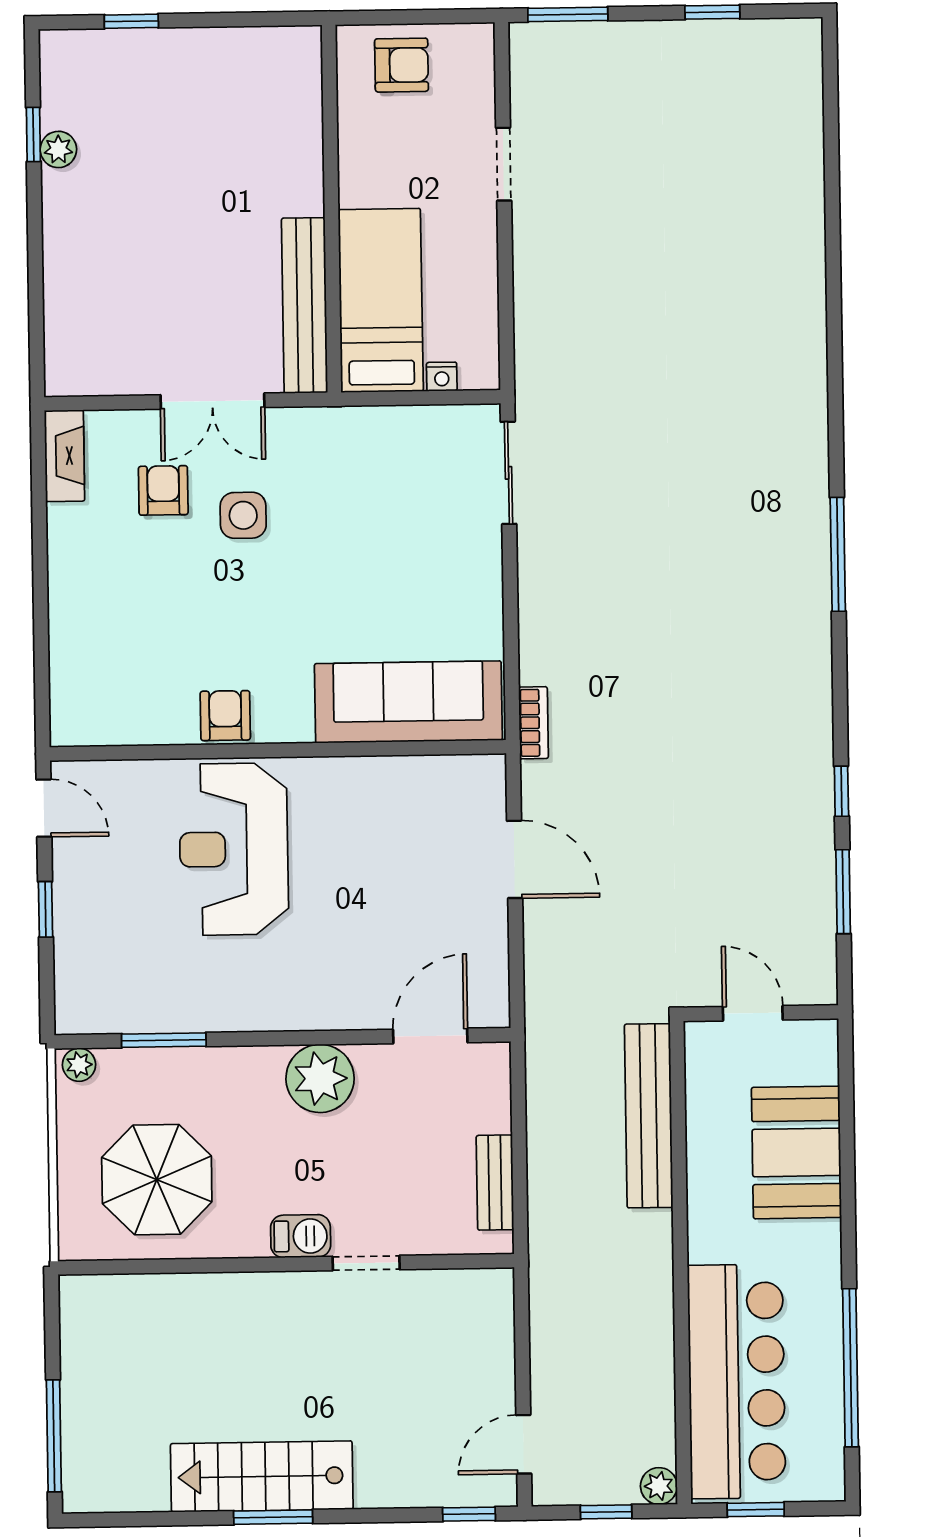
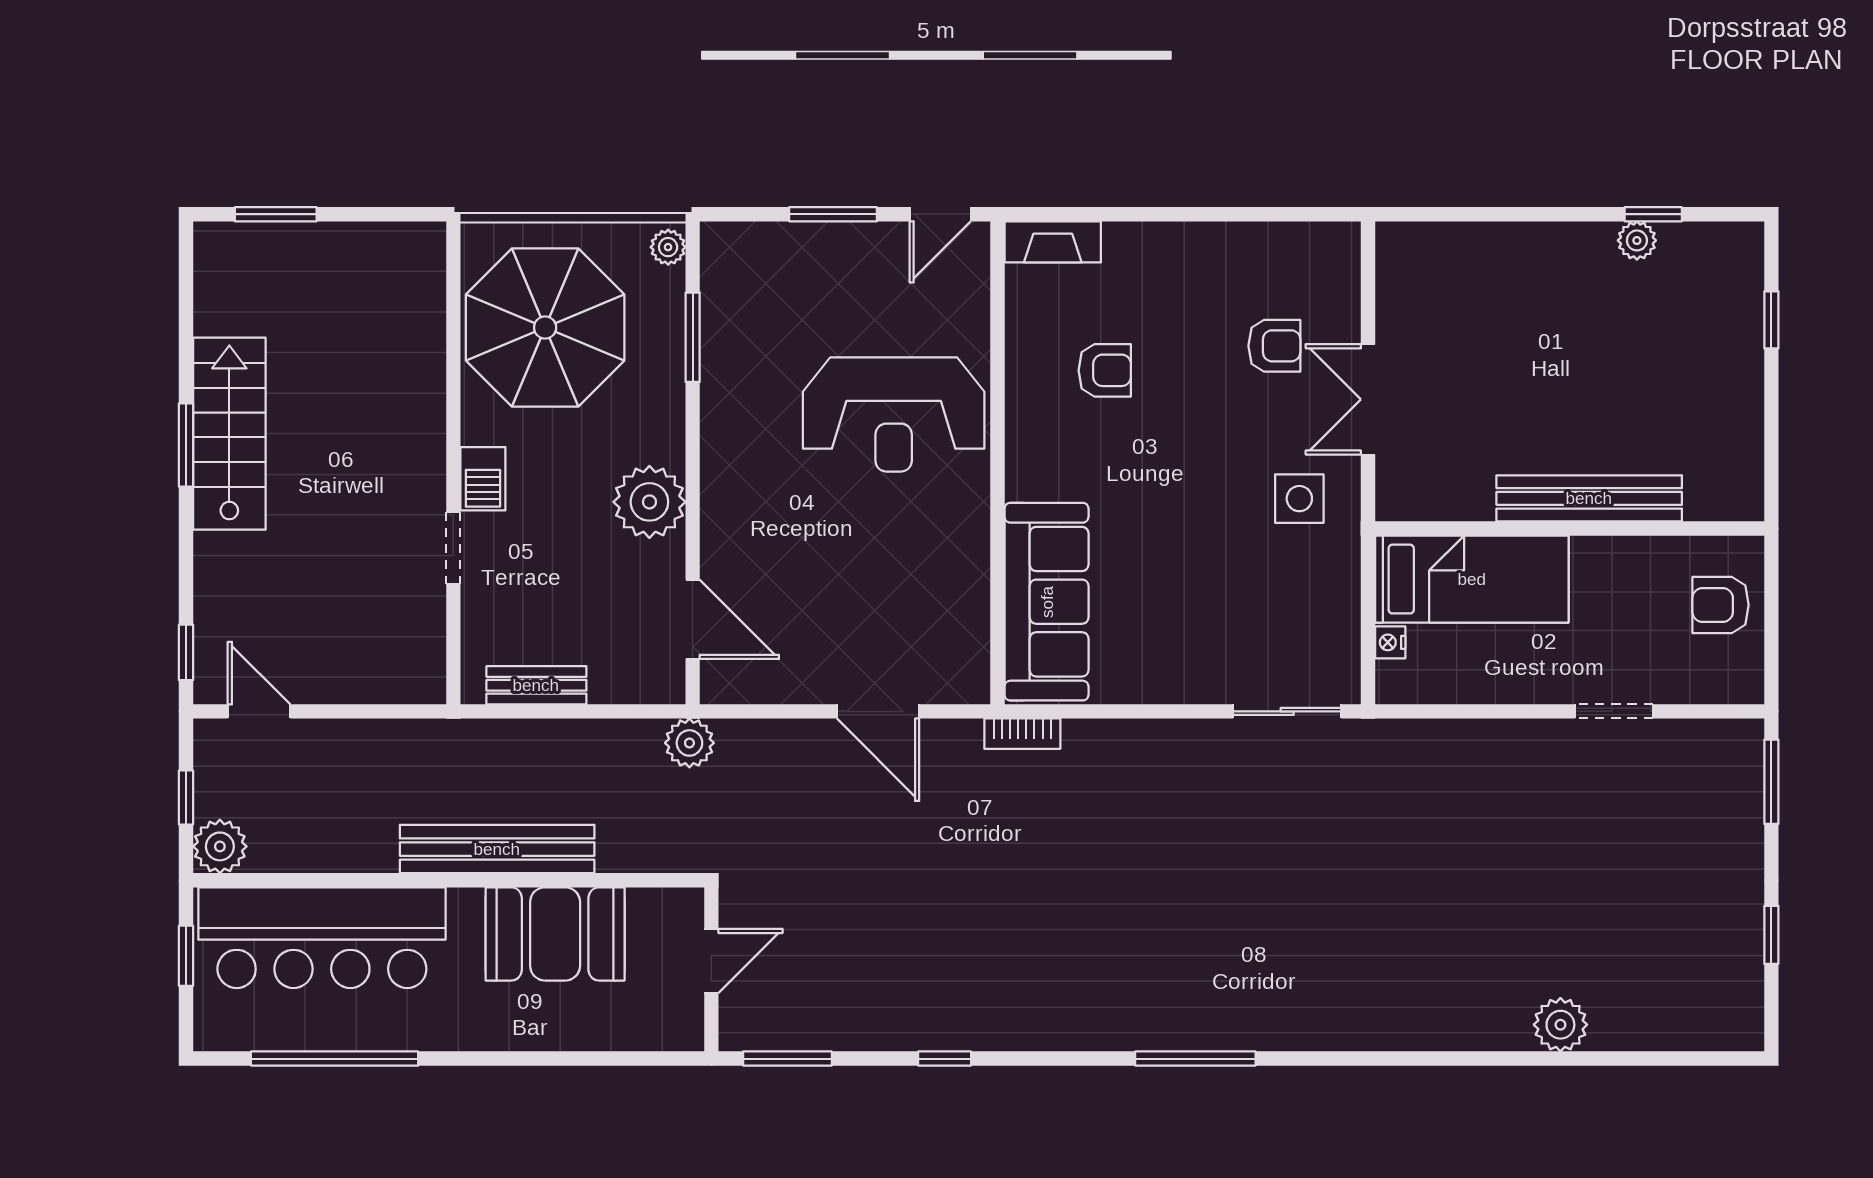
armchair: (402, 65) -> (1721, 605), turned 90
plant: (800, 210) -> (1560, 1025), added
bench: (305, 305) -> (1589, 498), moved
fireplace: (65, 456) -> (1053, 242), moved
side table: (243, 515) -> (1299, 499), moved
armchair: (225, 716) -> (1105, 370), moved
reception desk: (234, 849) -> (894, 414), turned 180
door: (515, 859) -> (878, 711), hinge flipped
window: (843, 892) -> (787, 1059), moved
window: (46, 909) -> (833, 214), width x1.50
plant: (547, 1037) -> (689, 743), added
bench: (649, 1116) -> (497, 849), moved
booth: (796, 1152) -> (555, 934), moved
parasol: (157, 1180) -> (545, 328), width x1.36, depth x1.36
window: (54, 1436) -> (276, 214), width x0.69
plant: (659, 1486) -> (220, 846), width x1.38, depth x1.38

